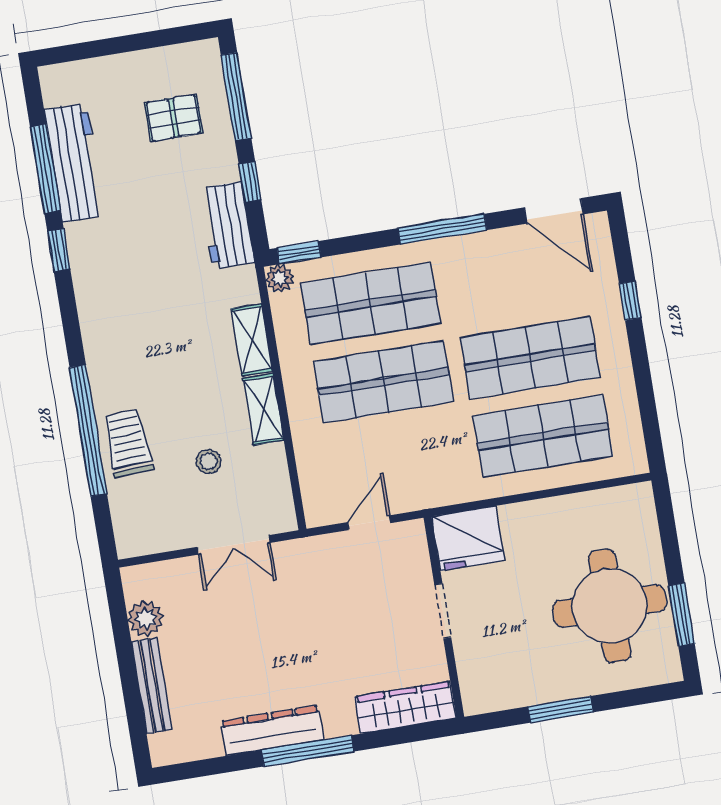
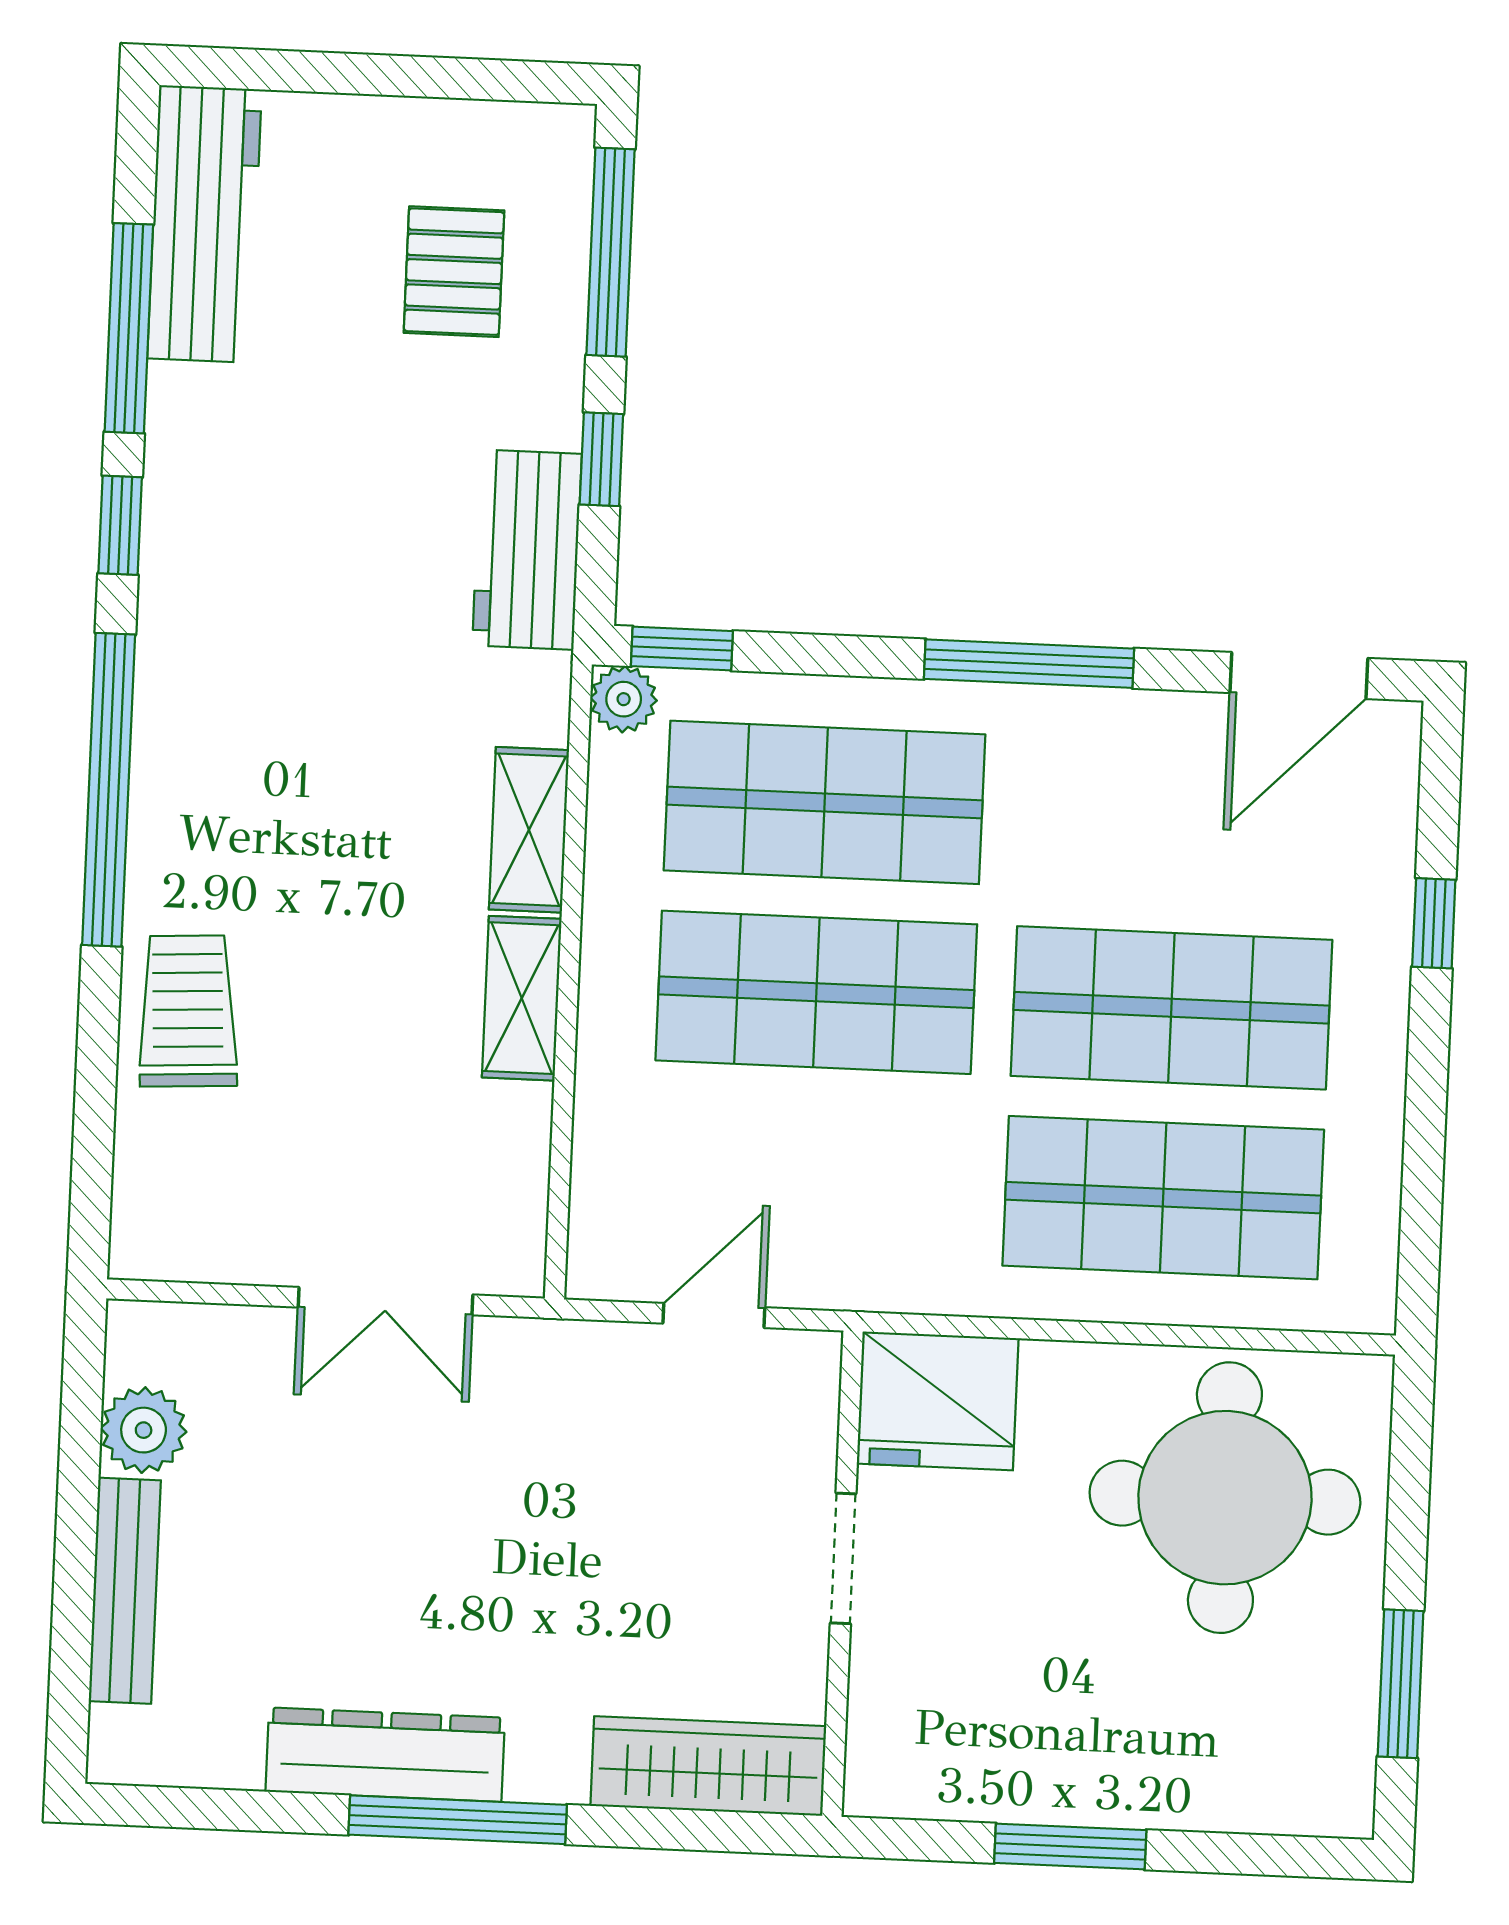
pallet: (174, 118) -> (454, 272), turned 90
workbench: (75, 163) -> (205, 224), moved
door: (554, 211) -> (1299, 675), hinge flipped
window: (88, 431) -> (109, 790), moved
stool: (209, 461) -> (368, 1093), removed
round table: (610, 606) -> (1225, 1498), moved

